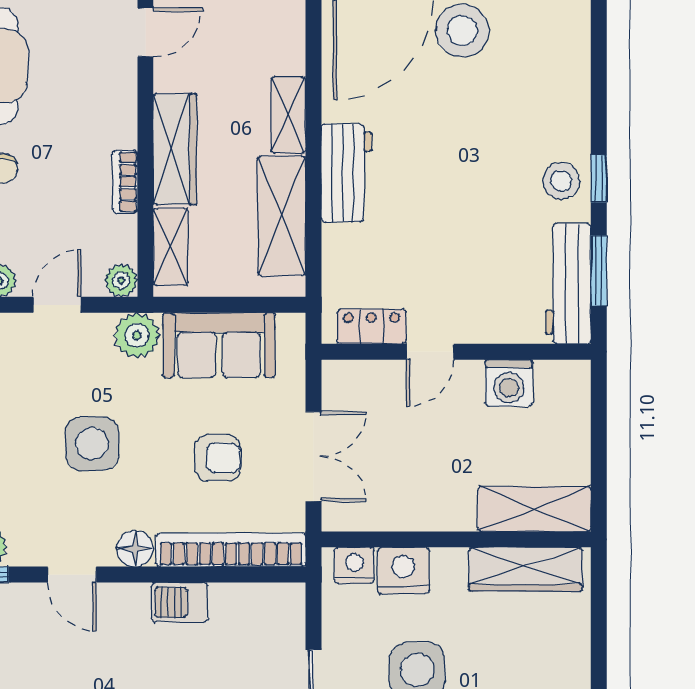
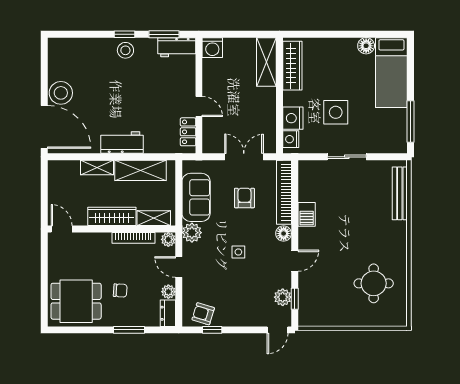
bookcase: (125, 182) -> (133, 238), width x1.56
workbench: (568, 284) -> (177, 47), width x0.73
washing machine: (509, 383) -> (212, 48), moved, turned 90
side table: (92, 444) -> (238, 252), width x0.54, depth x0.54

